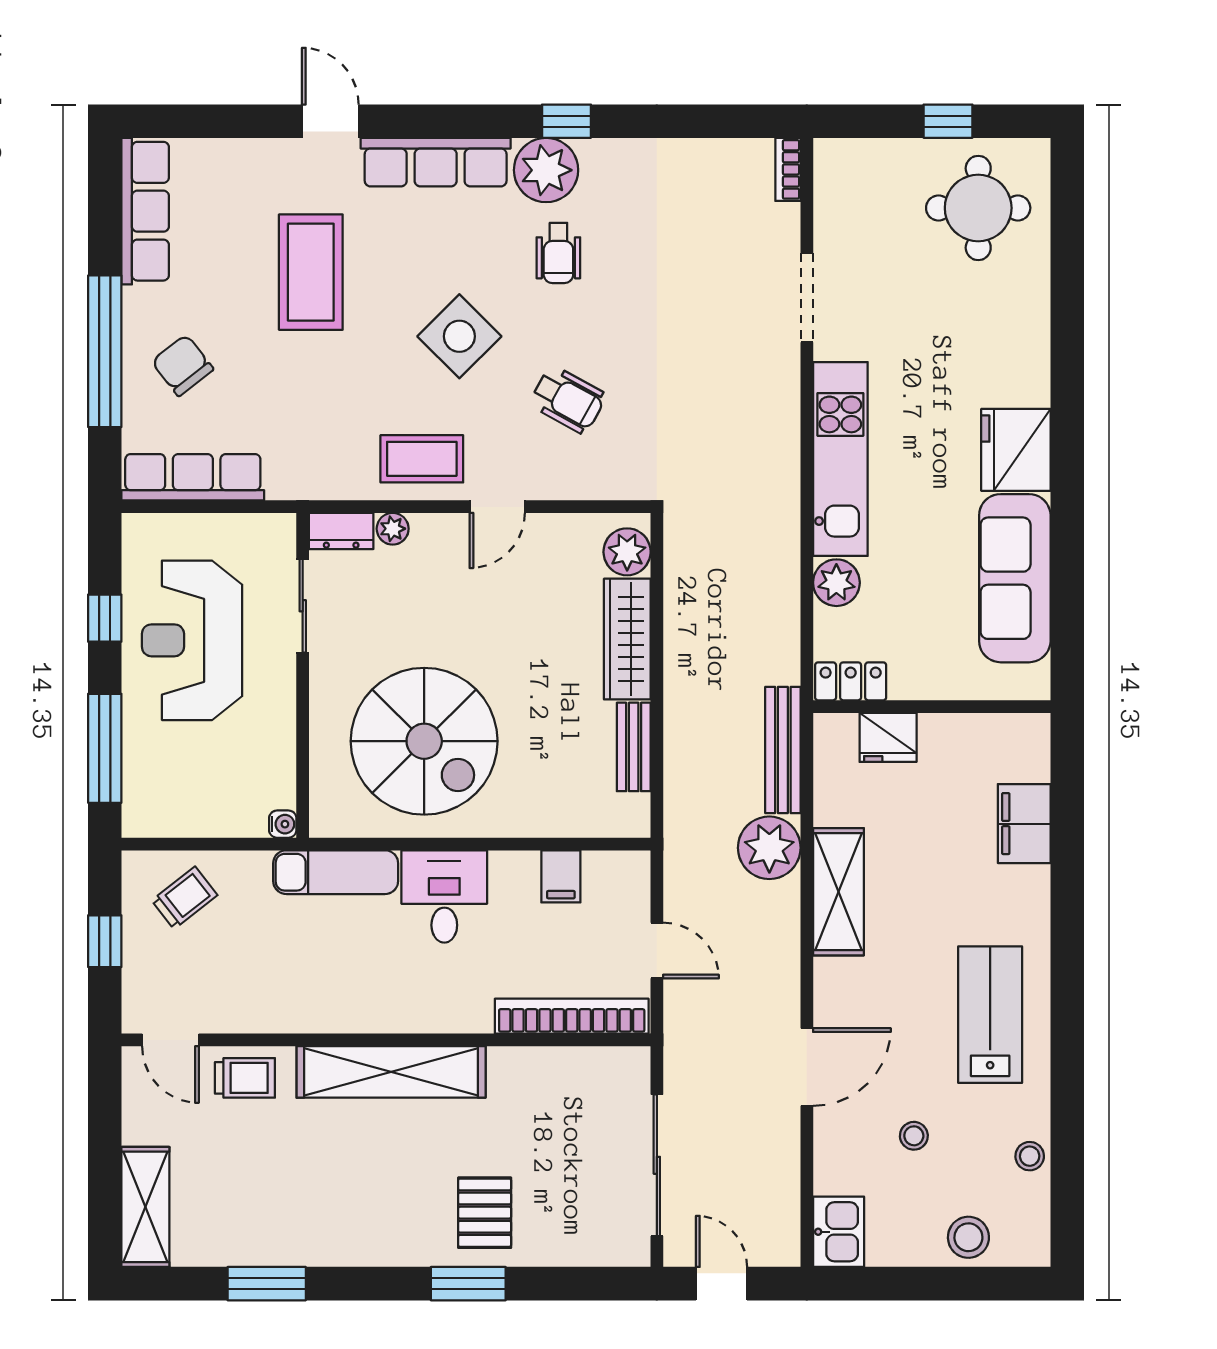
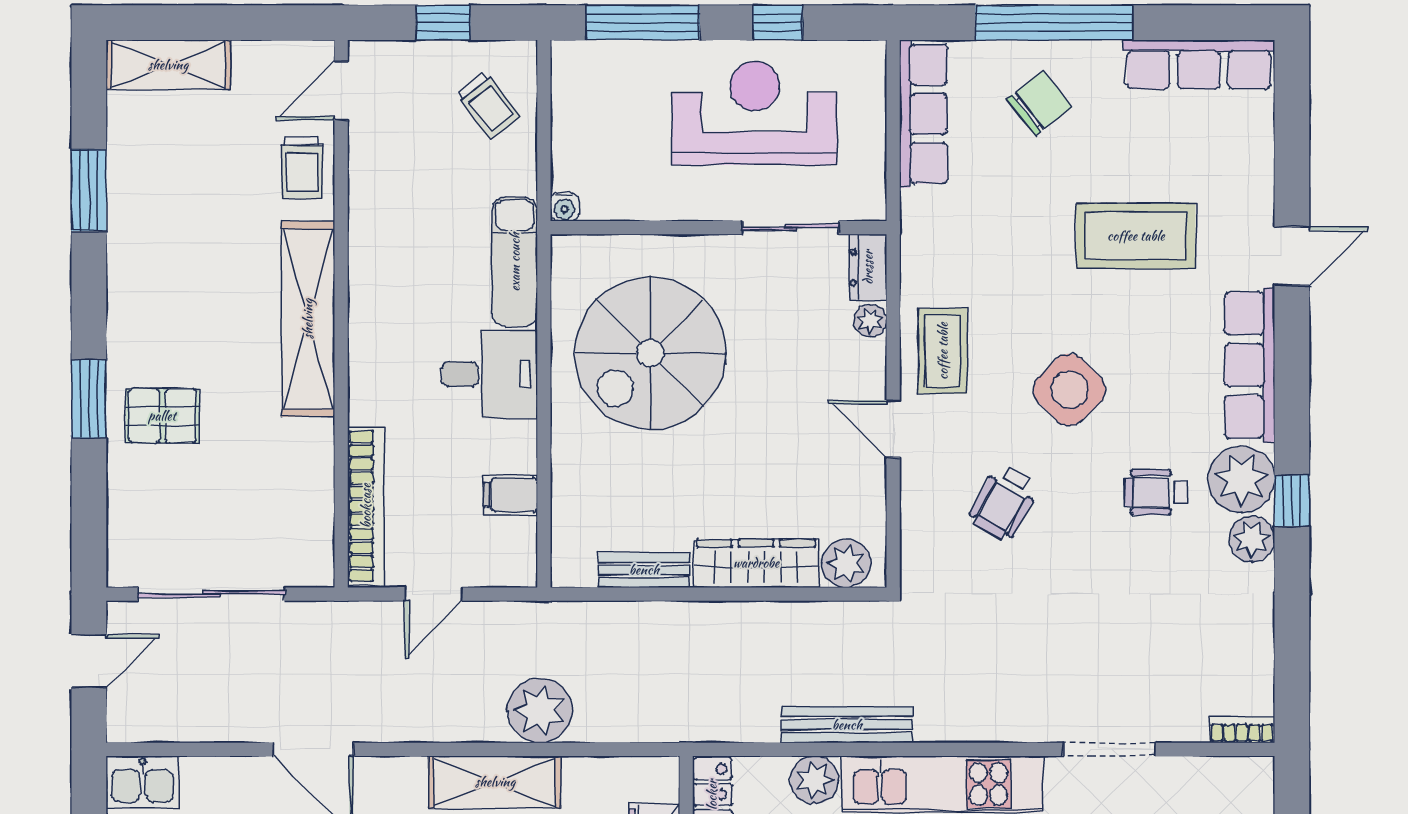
plant: (604, 160) -> (1252, 539), added
bench: (783, 750) -> (847, 725), moved

